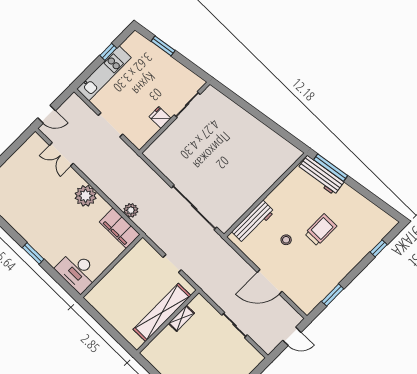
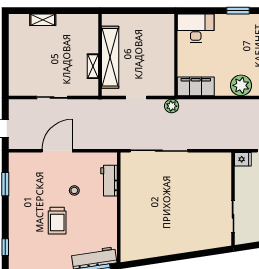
fridge: (160, 117) -> (243, 159), moved
plant: (131, 210) -> (172, 106), moved
workbench: (253, 222) -> (109, 181), width x0.73

